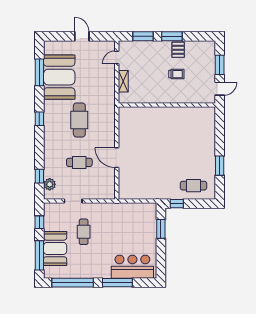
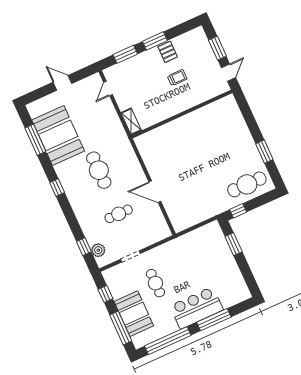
shelving: (123, 81) -> (131, 121), moved
cafe table: (193, 186) -> (247, 184), width x1.37, depth x1.35
bar counter: (132, 267) -> (197, 308), moved

